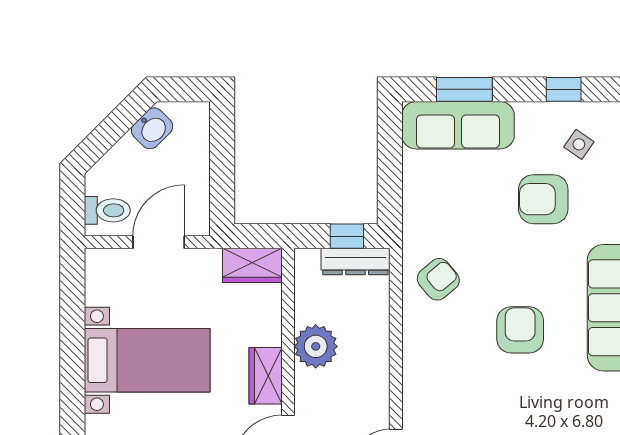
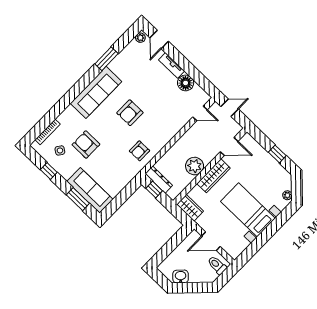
armchair: (543, 199) -> (86, 145), turned 180
armchair: (438, 279) -> (140, 151), turned -50
wardrobe: (266, 376) -> (214, 176), width x1.50

